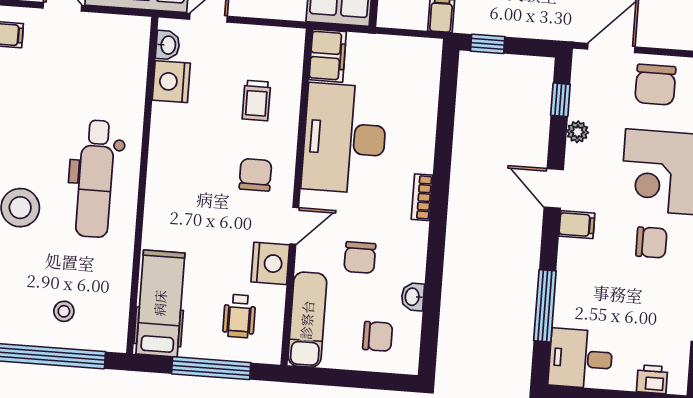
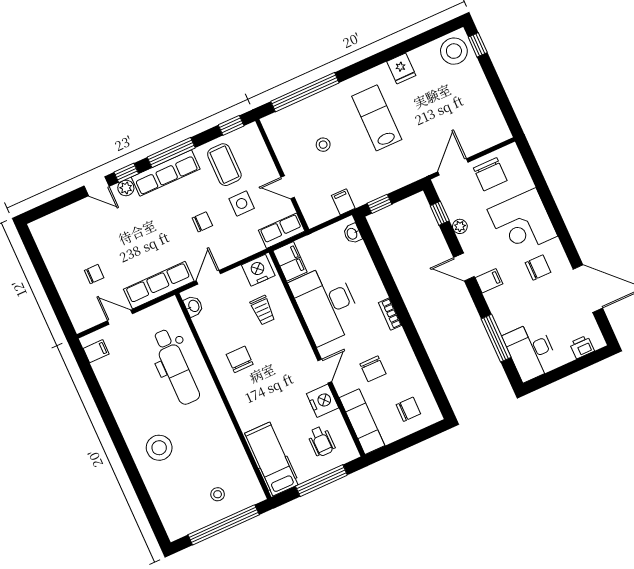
nightstand: (171, 82) -> (258, 270), moved, turned 90
chair: (255, 175) -> (240, 359), moved
dental chair: (95, 179) -> (176, 367), moved
washbasin: (413, 297) -> (352, 234), moved
desk: (581, 359) -> (531, 351), width x1.37

